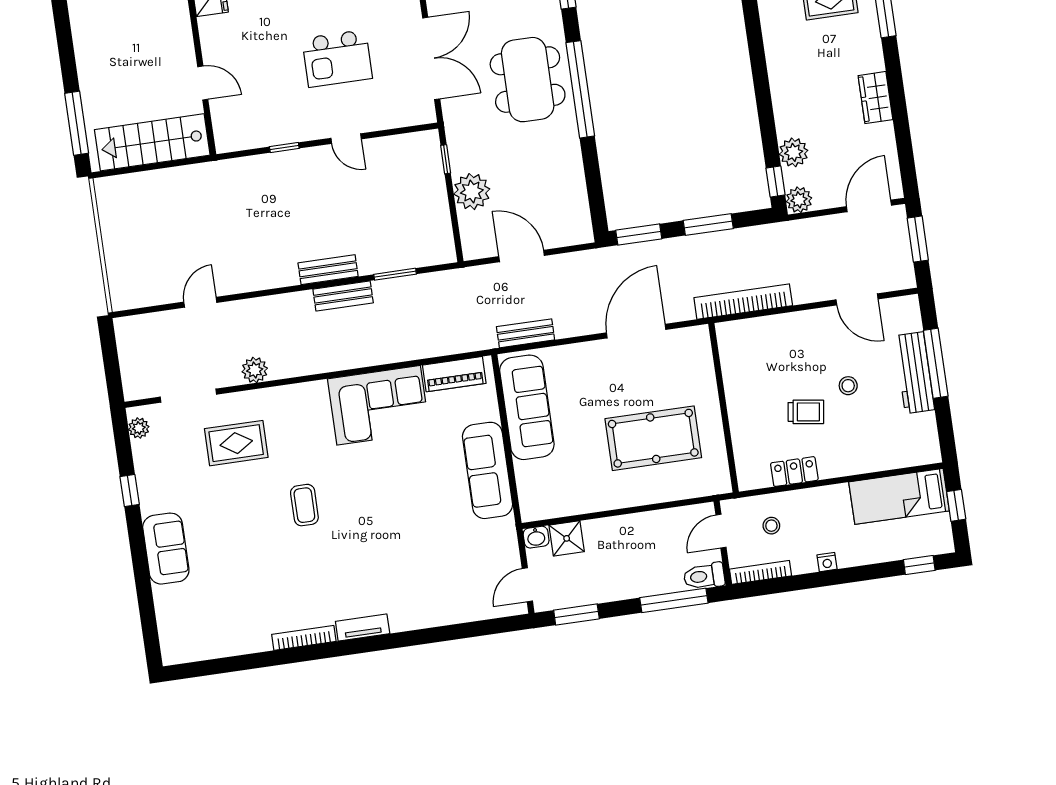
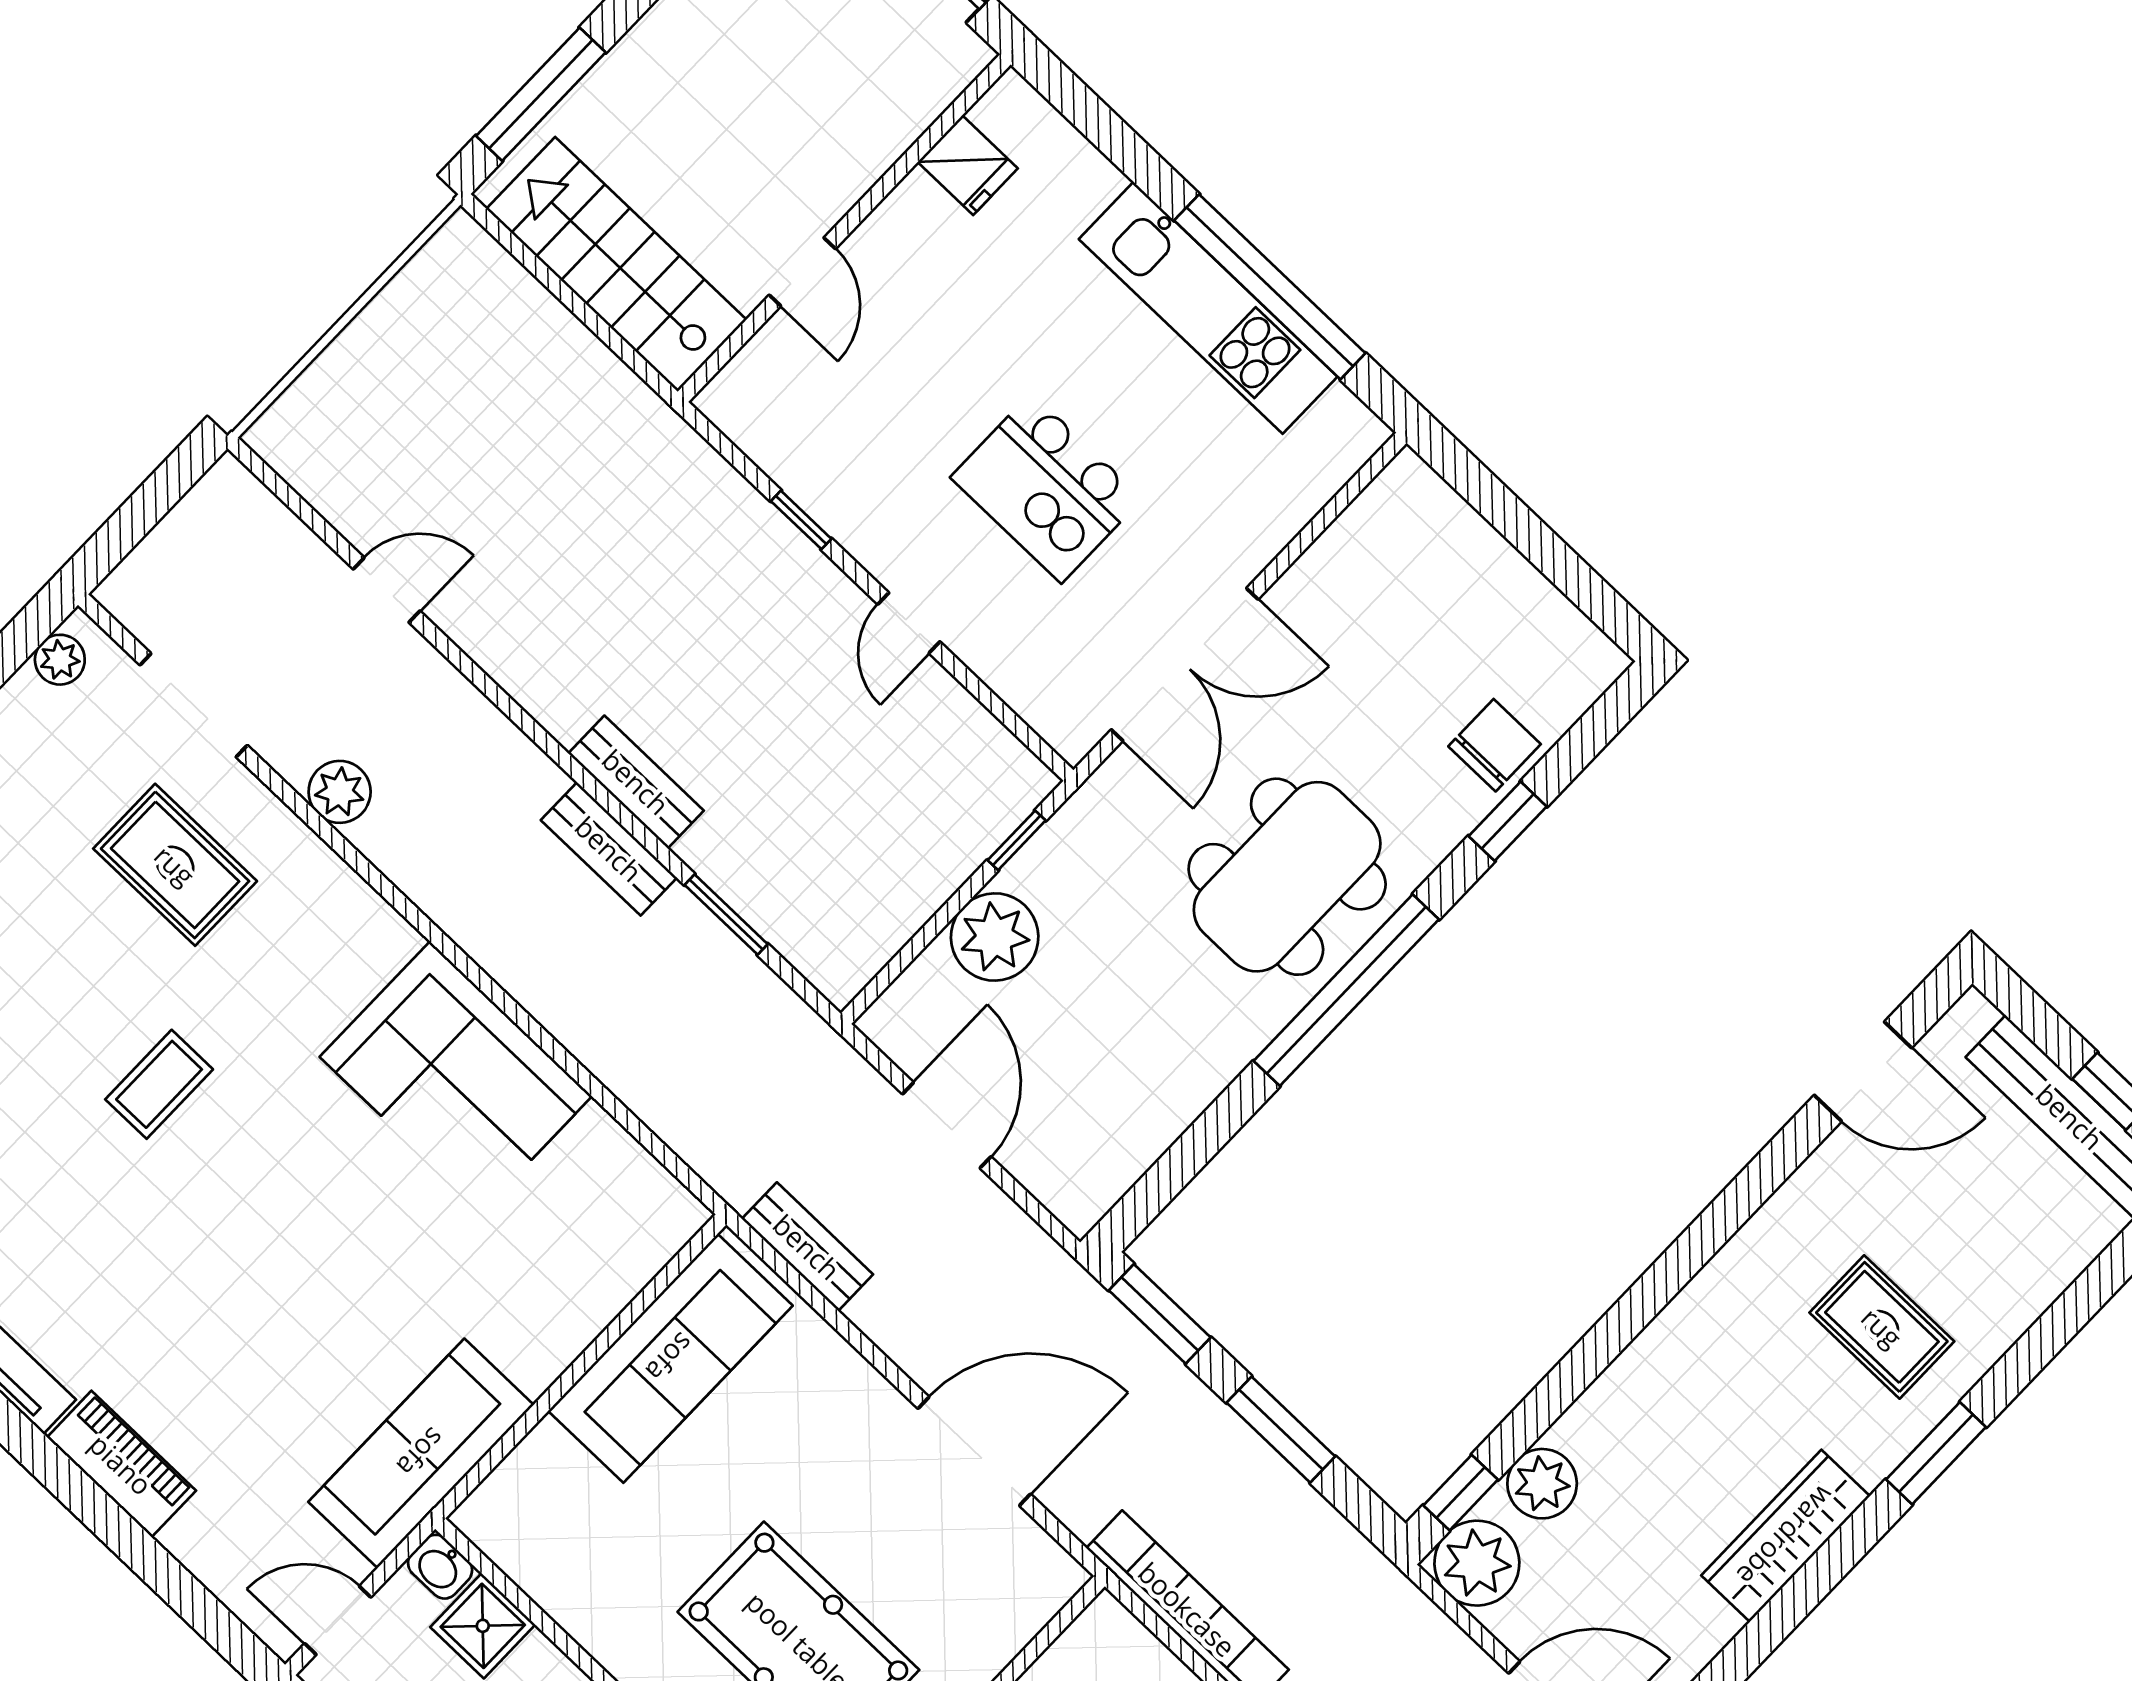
wardrobe: (875, 98) -> (1786, 1536), width x1.50
plant: (799, 200) -> (1477, 1563), width x1.36, depth x1.36
piano: (454, 374) -> (121, 1464), moved, turned 180
sofa: (487, 470) -> (421, 1453), moved

